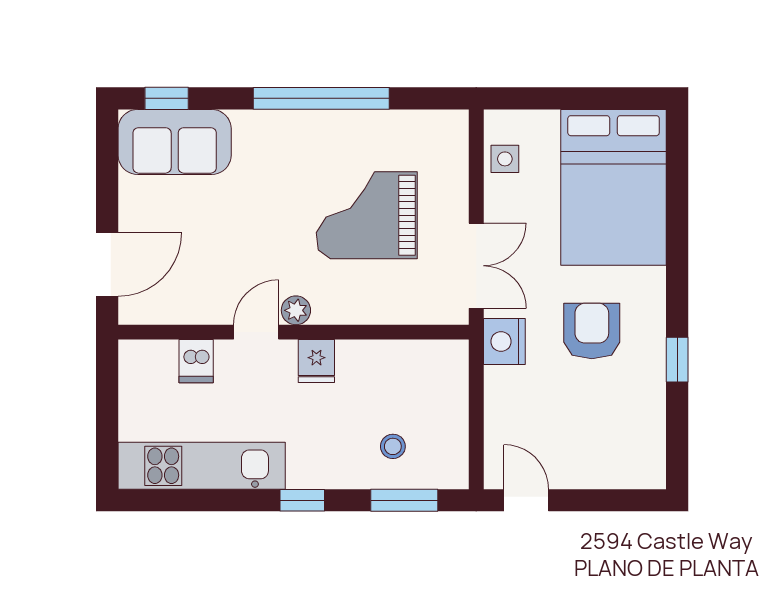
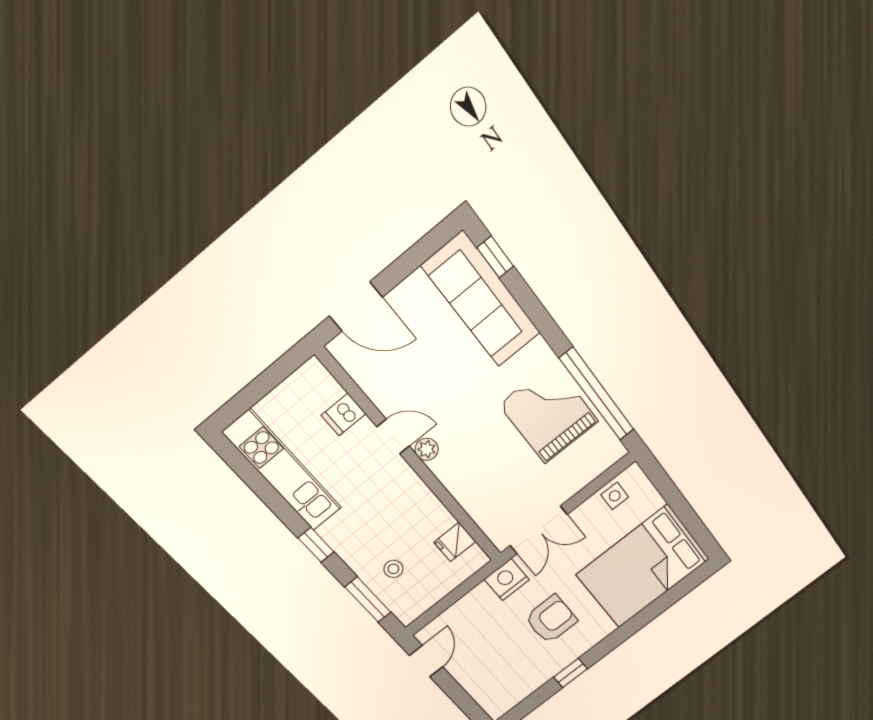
window: (321, 98) -> (597, 394), moved
sofa: (175, 142) -> (481, 300), width x1.36
grand piano: (367, 215) -> (549, 413), moved
fridge: (316, 361) -> (455, 542), moved

